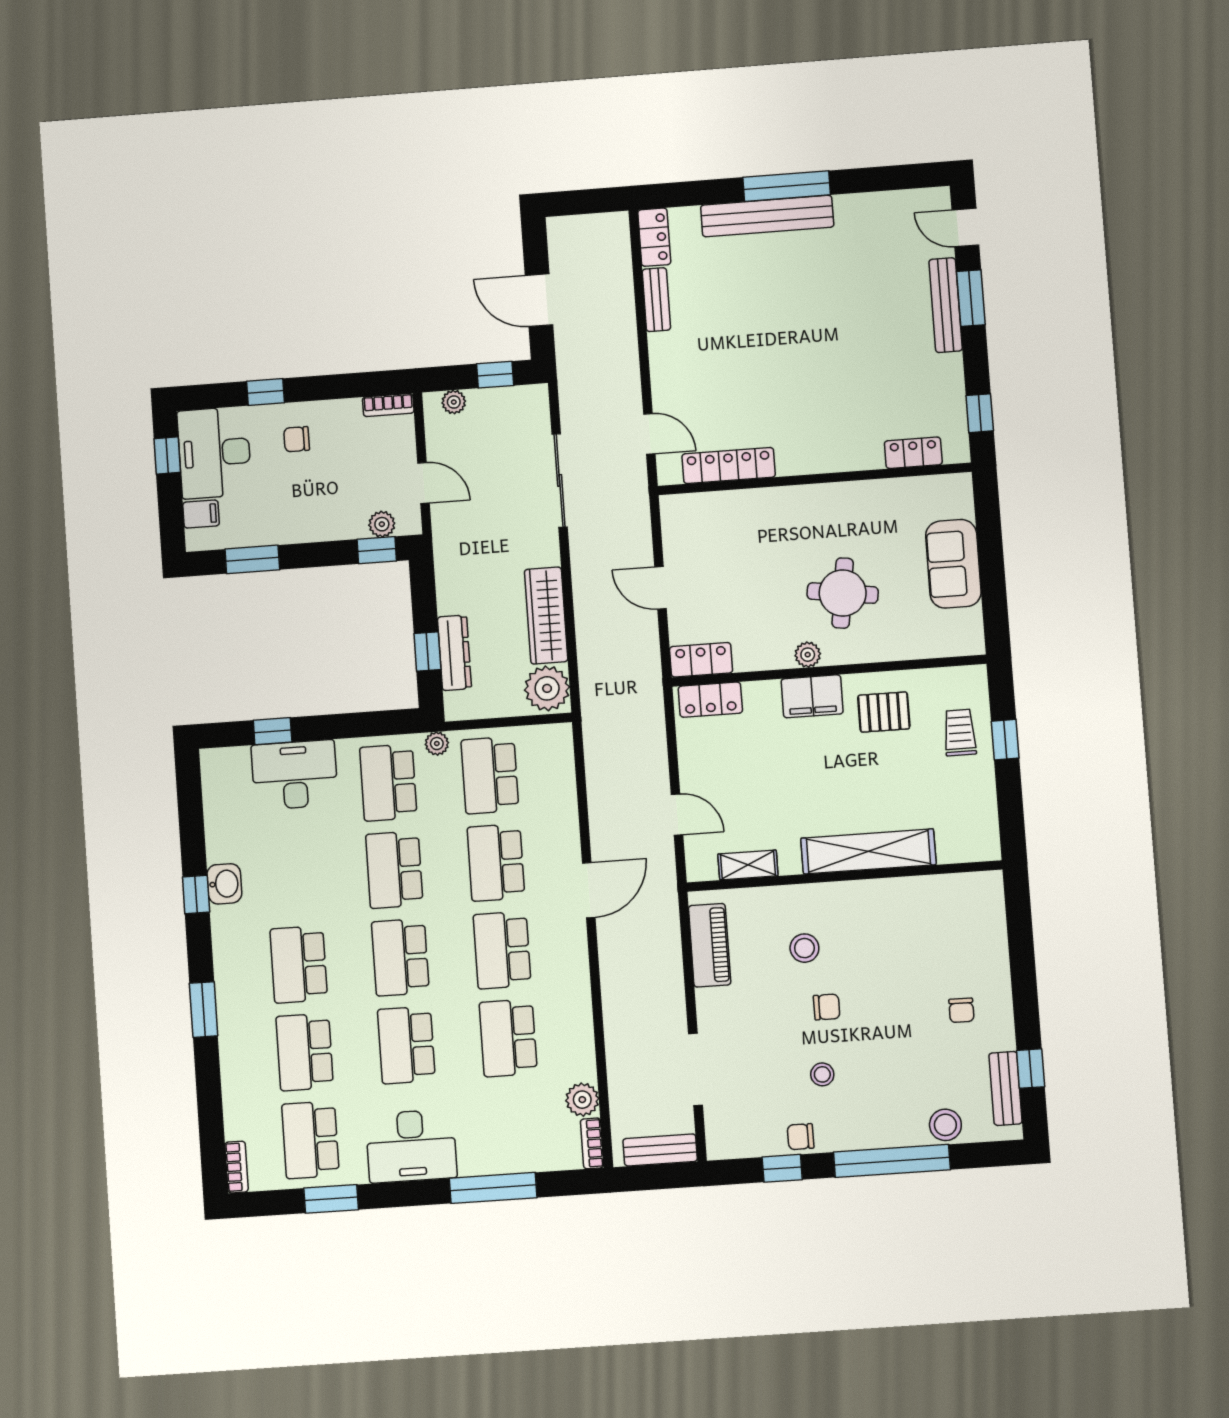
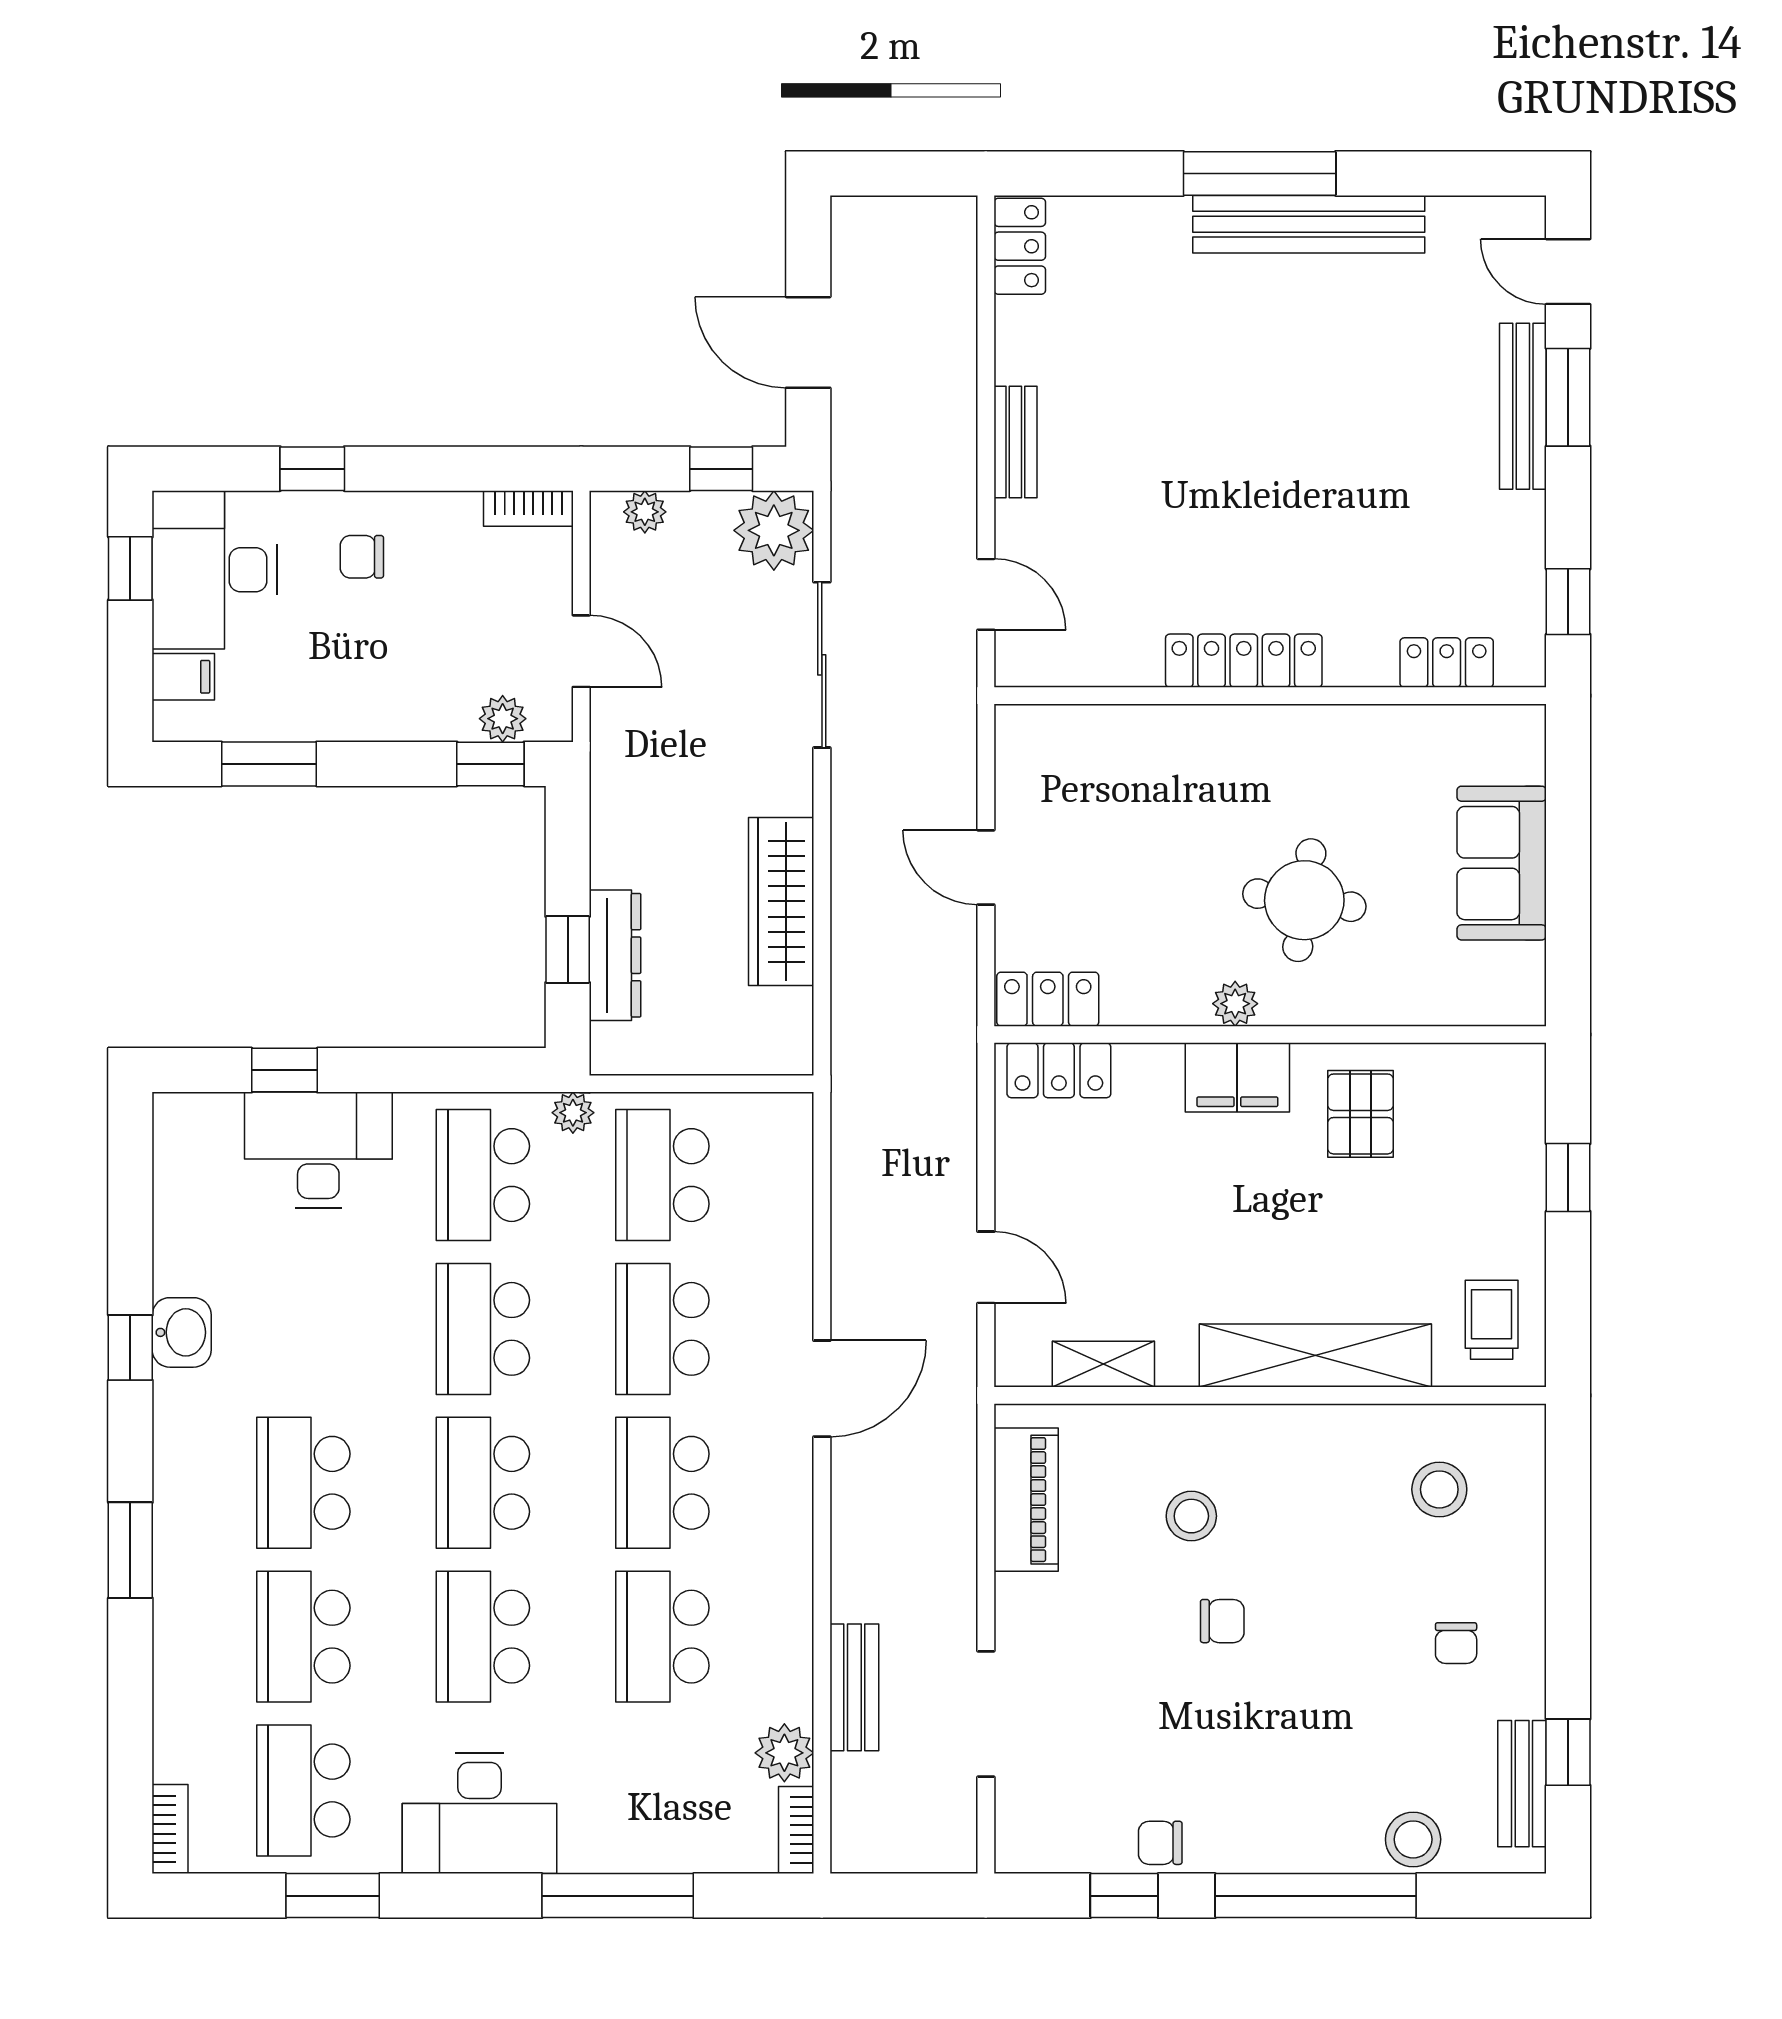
bench: (767, 216) -> (1309, 224), moved
bench: (656, 300) -> (1015, 442), moved
locker: (729, 465) -> (1244, 661), moved
plant: (547, 688) -> (774, 530), moved
pallet: (884, 712) -> (1361, 1114), turned 90
trolley: (960, 732) -> (1492, 1320), moved
stool: (822, 1074) -> (1439, 1489), moved, width x1.37, depth x1.37
bench: (660, 1150) -> (854, 1687), moved, turned 90

